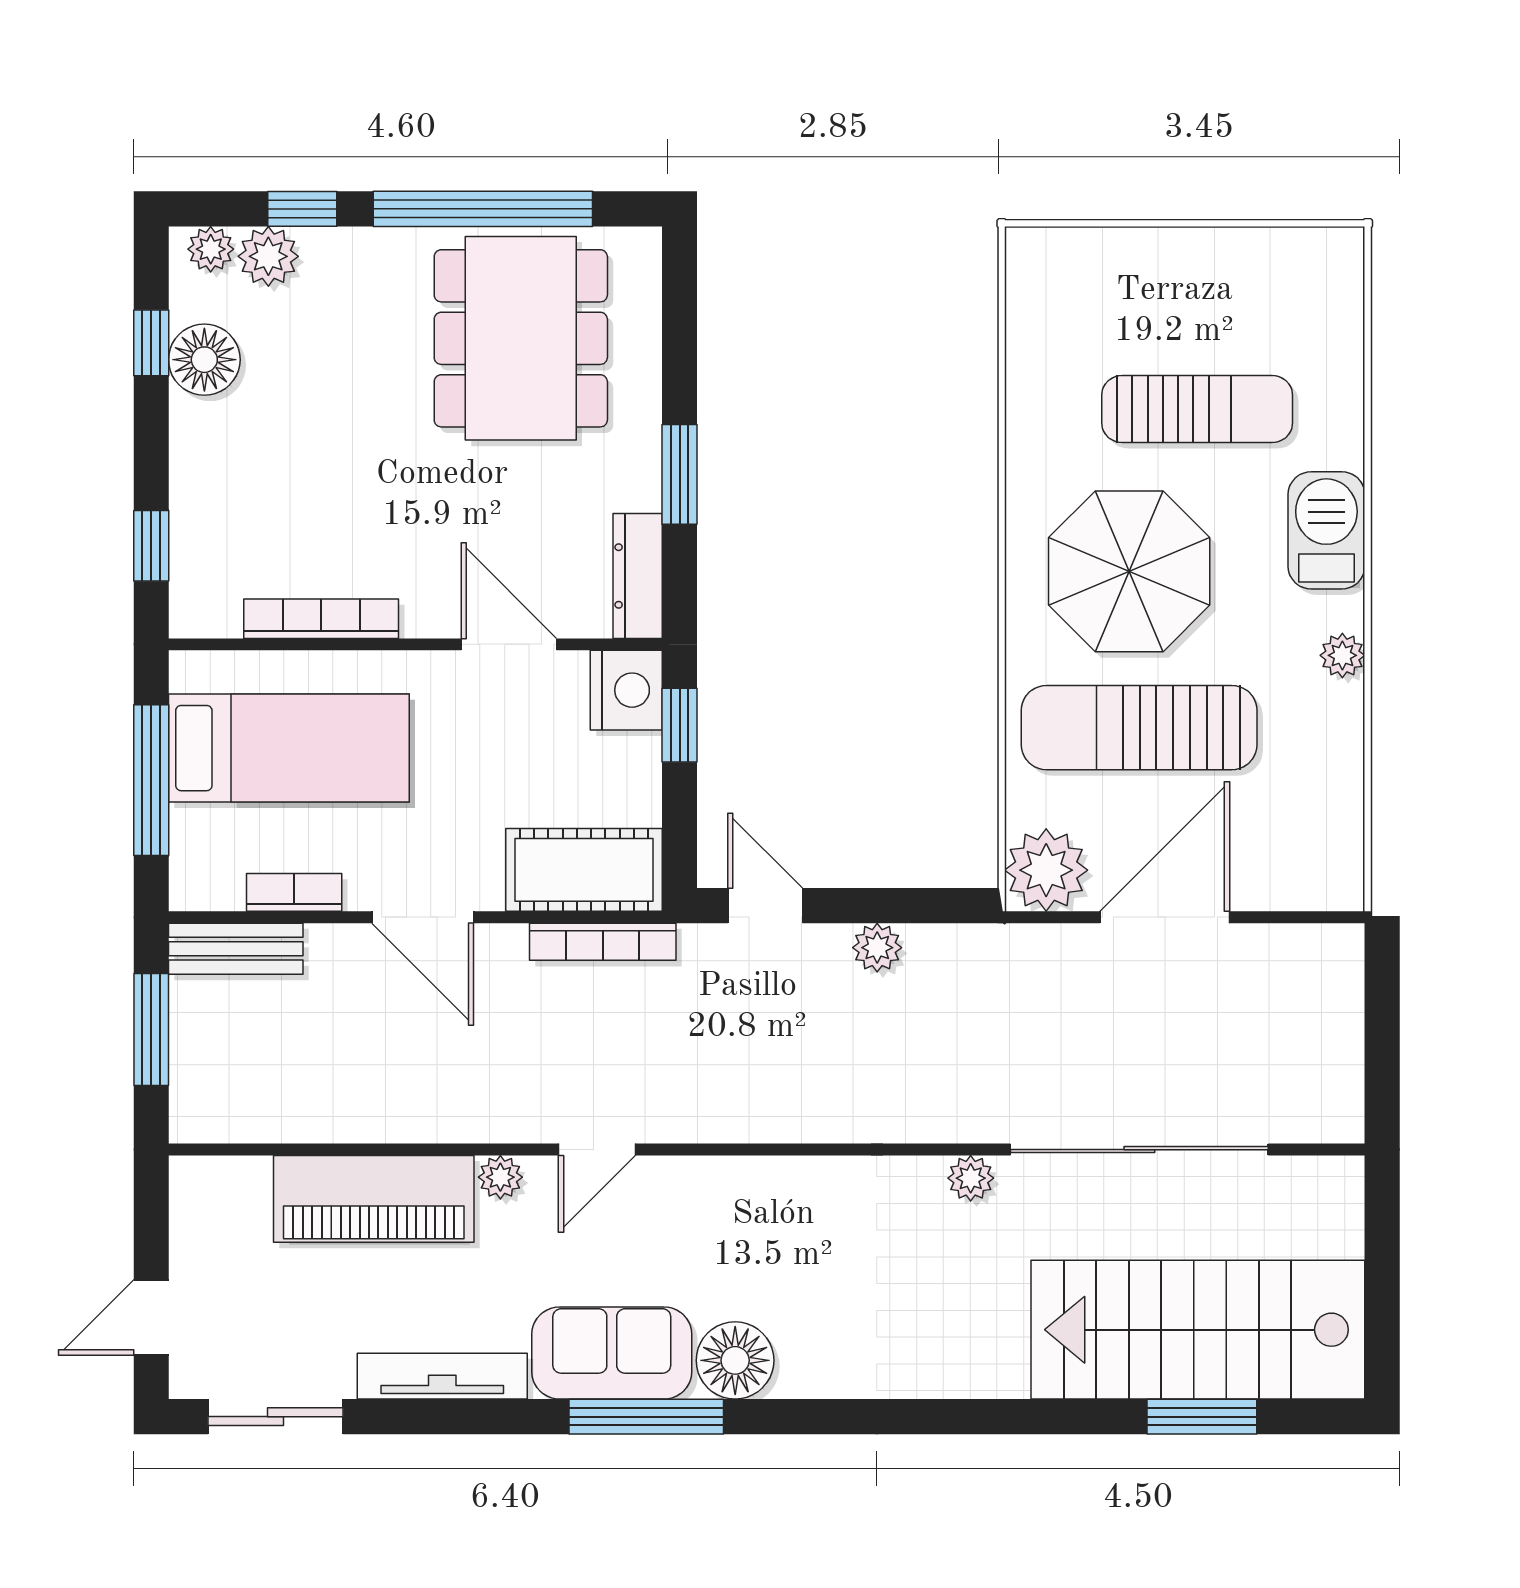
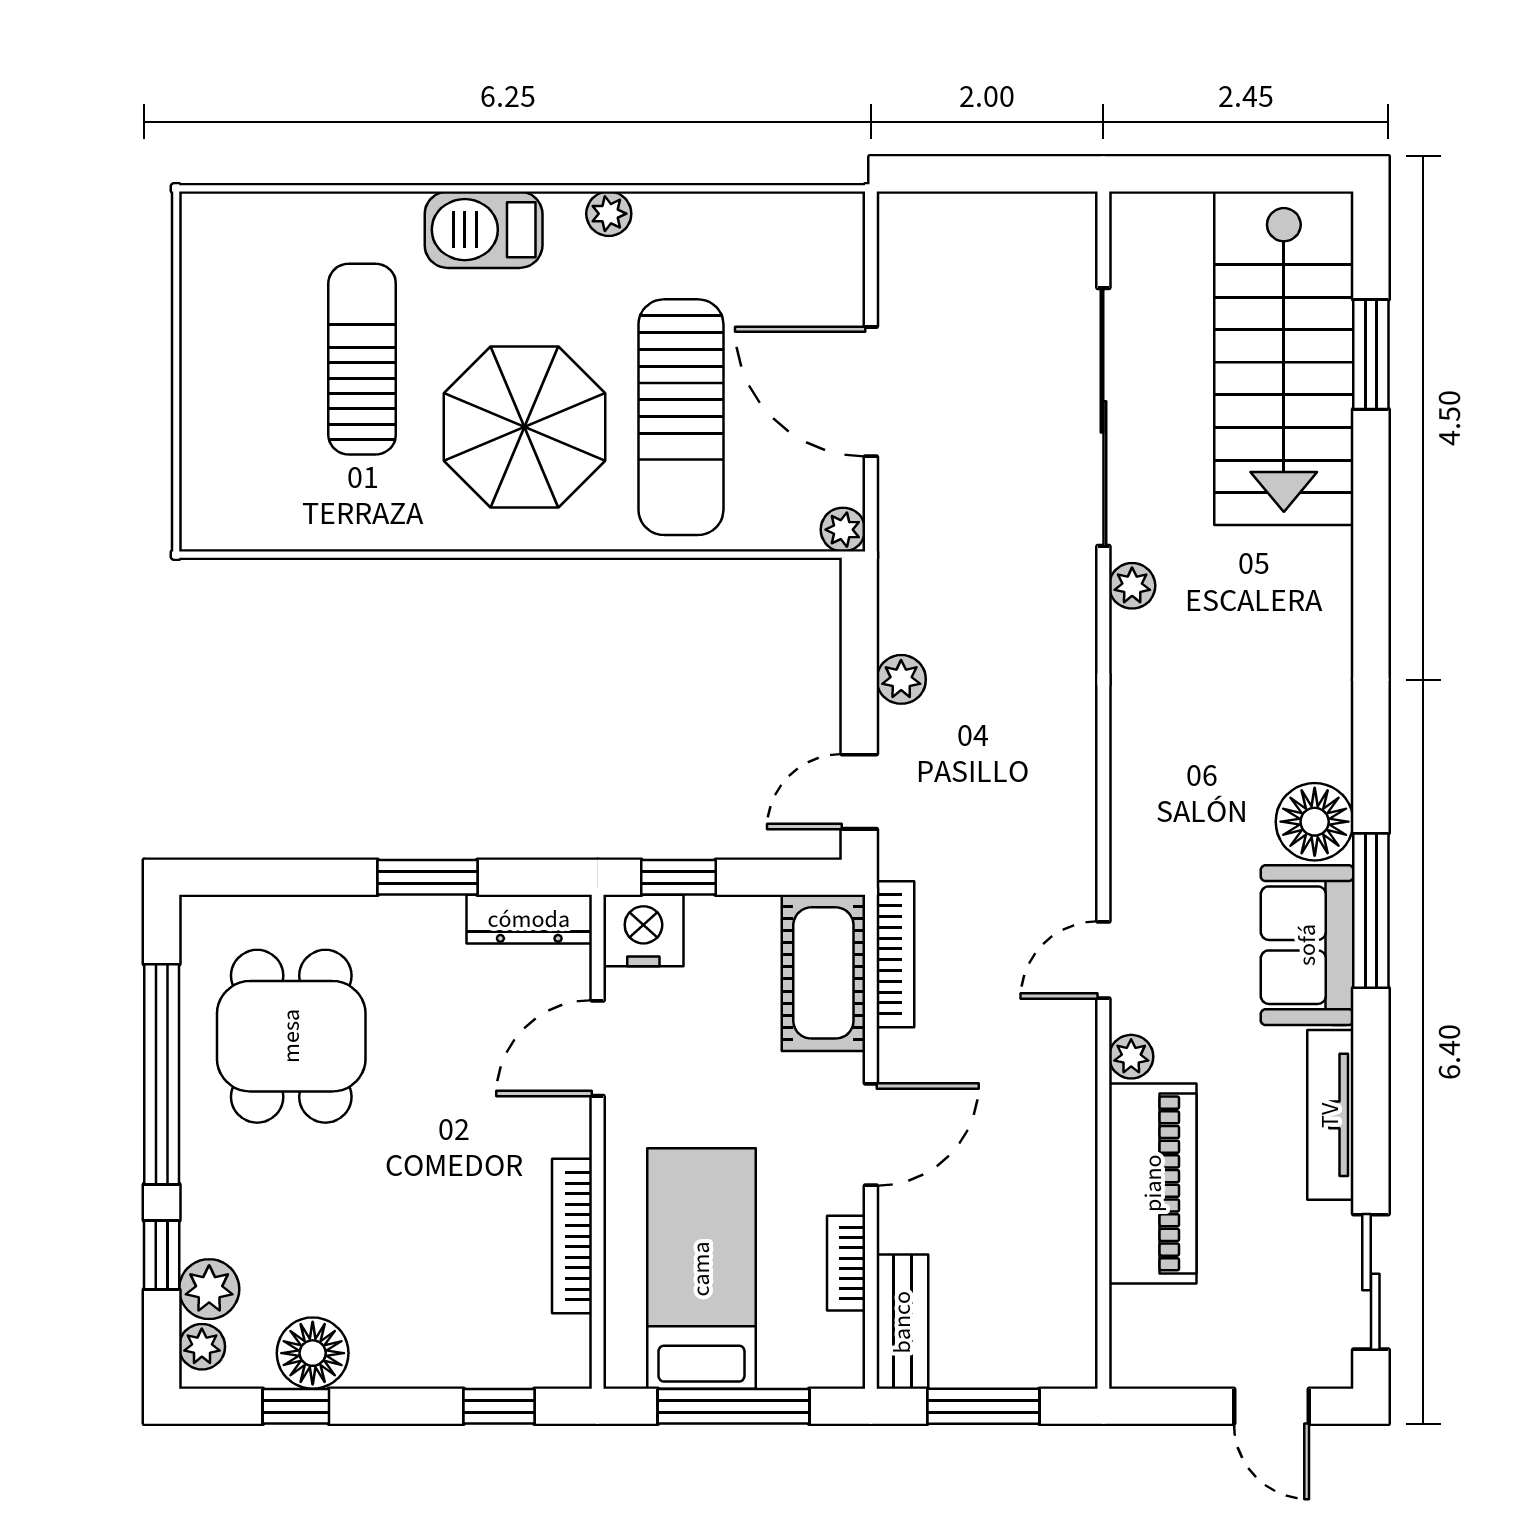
dining table: (521, 338) -> (291, 1036), width x0.73
plant: (1046, 870) -> (843, 530), width x0.53, depth x0.53
door: (597, 1150) -> (1103, 960), swing flipped

